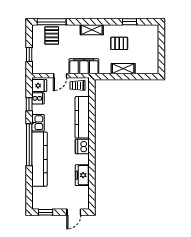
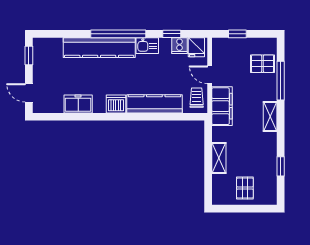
window: (52, 22) -> (281, 81), moved
pallet: (119, 43) -> (245, 188), moved

